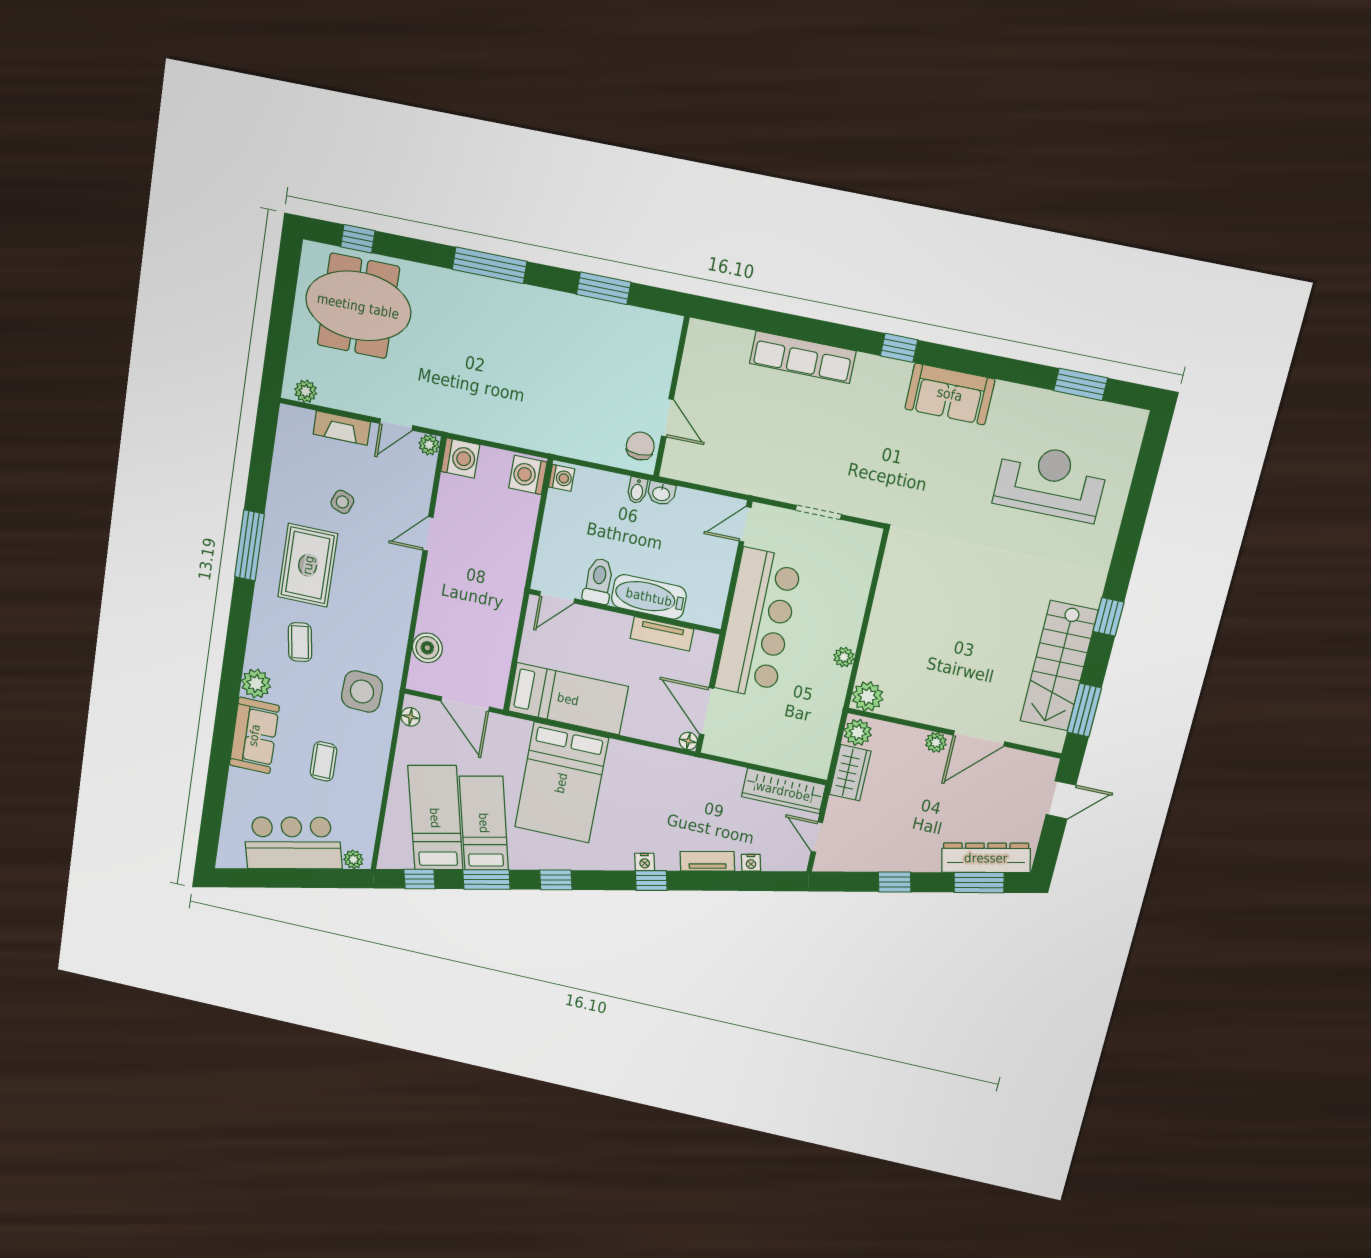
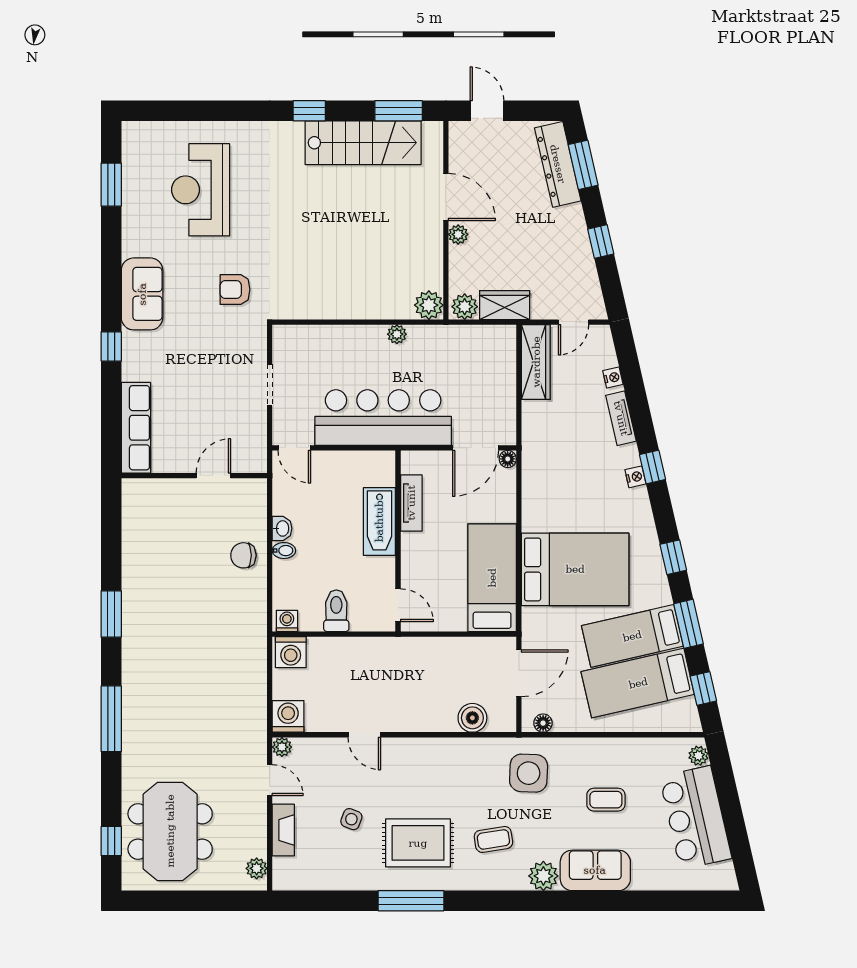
wall: (671, 397) -> (194, 476), moved
door: (667, 418) -> (213, 476), moved
armchair: (931, 497) -> (235, 290), added
toilet: (599, 581) -> (336, 611), moved, turned 90

